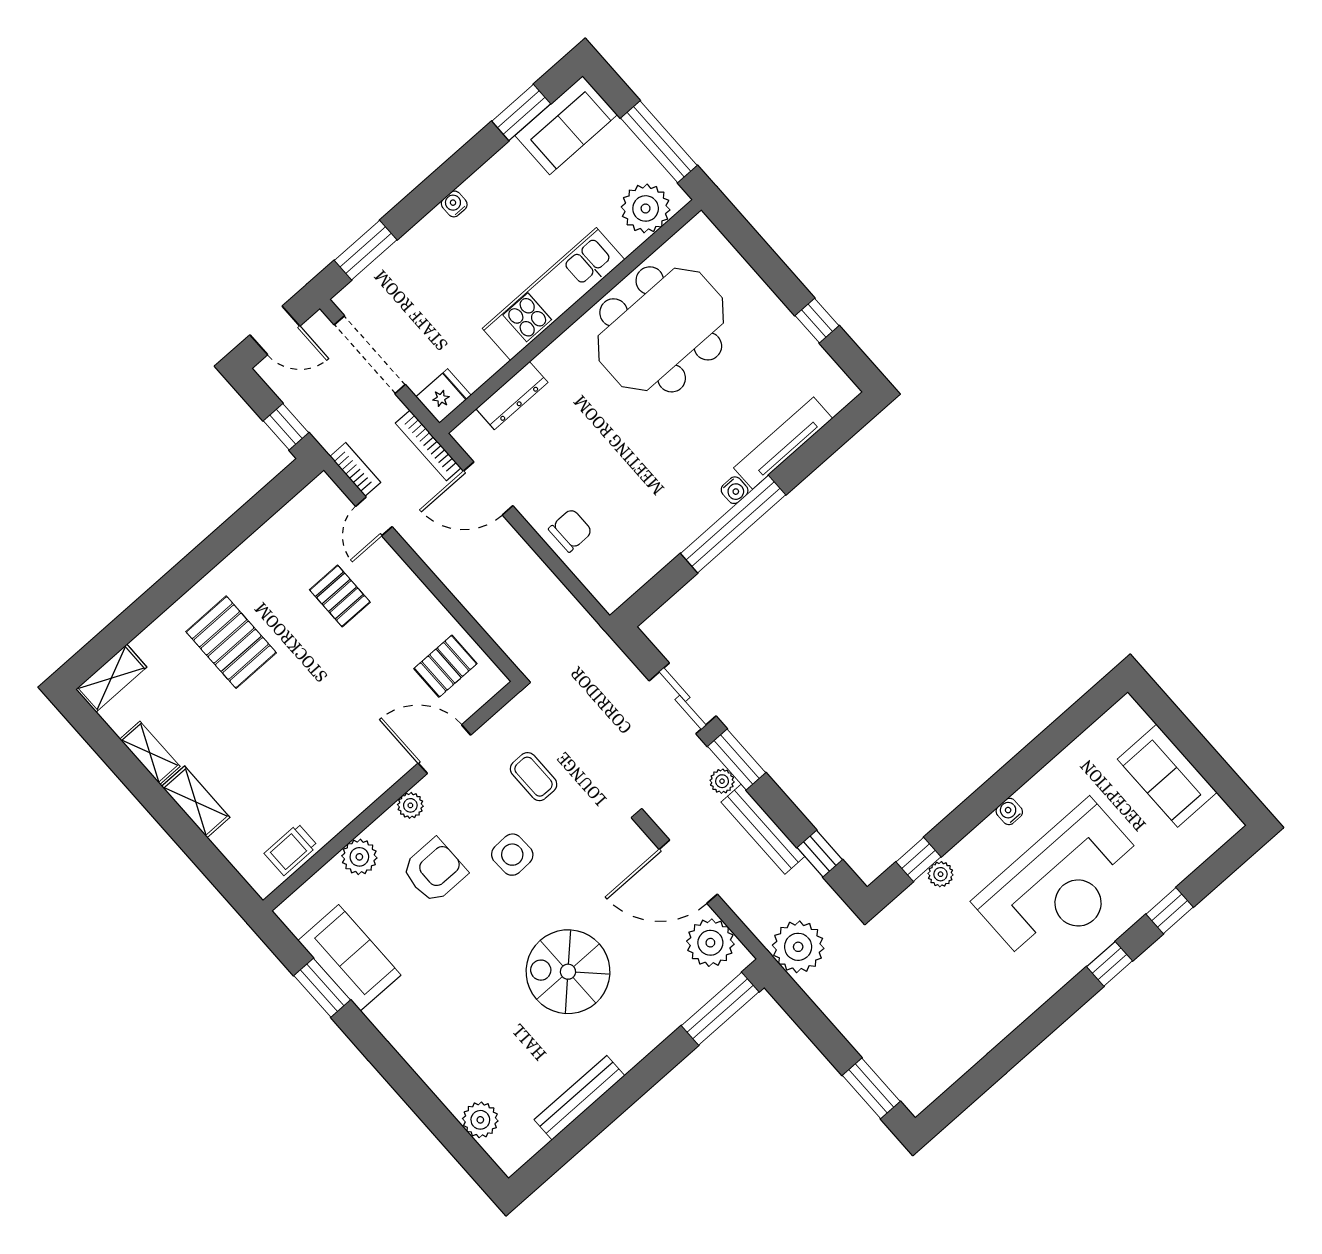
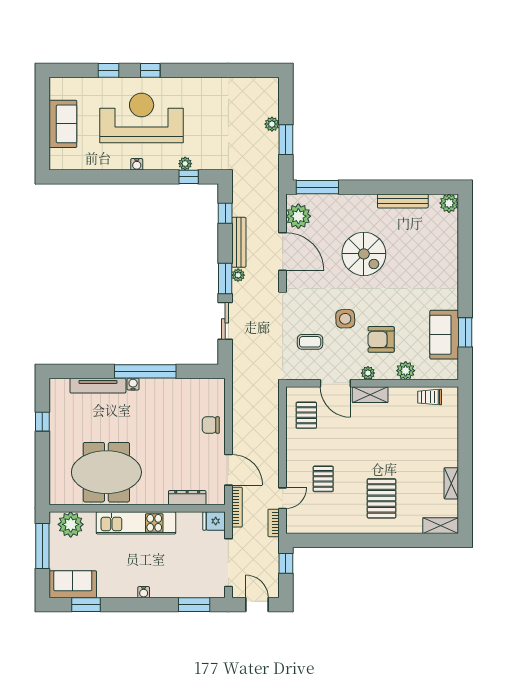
pallet: (445, 666) -> (306, 415), turned 90
coffee table: (534, 777) -> (310, 342), turned 90
shelving: (196, 802) -> (370, 395), moved, turned 90
trolley: (291, 849) -> (430, 397), turned 180
plant: (798, 947) -> (272, 124), moved, width x0.53, depth x0.53
window: (871, 1088) -> (286, 140), moved
plant: (480, 1120) -> (449, 203), moved

